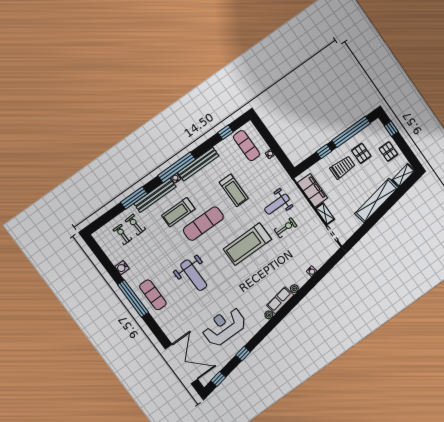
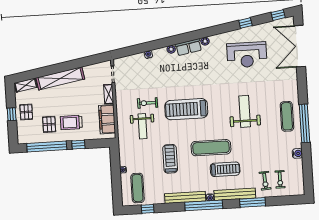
window: (391, 129) -> (12, 114), moved
weight bench: (277, 204) -> (142, 126), turned 90
treadmill: (247, 244) -> (186, 109), turned 180

